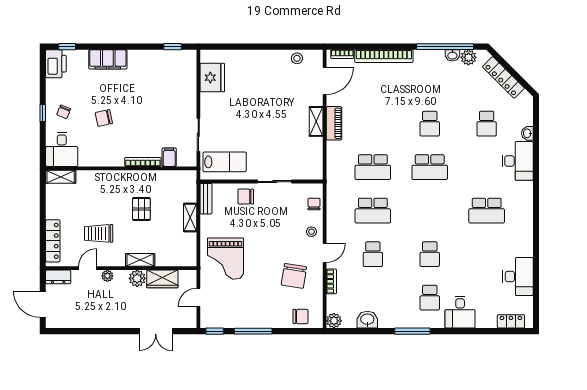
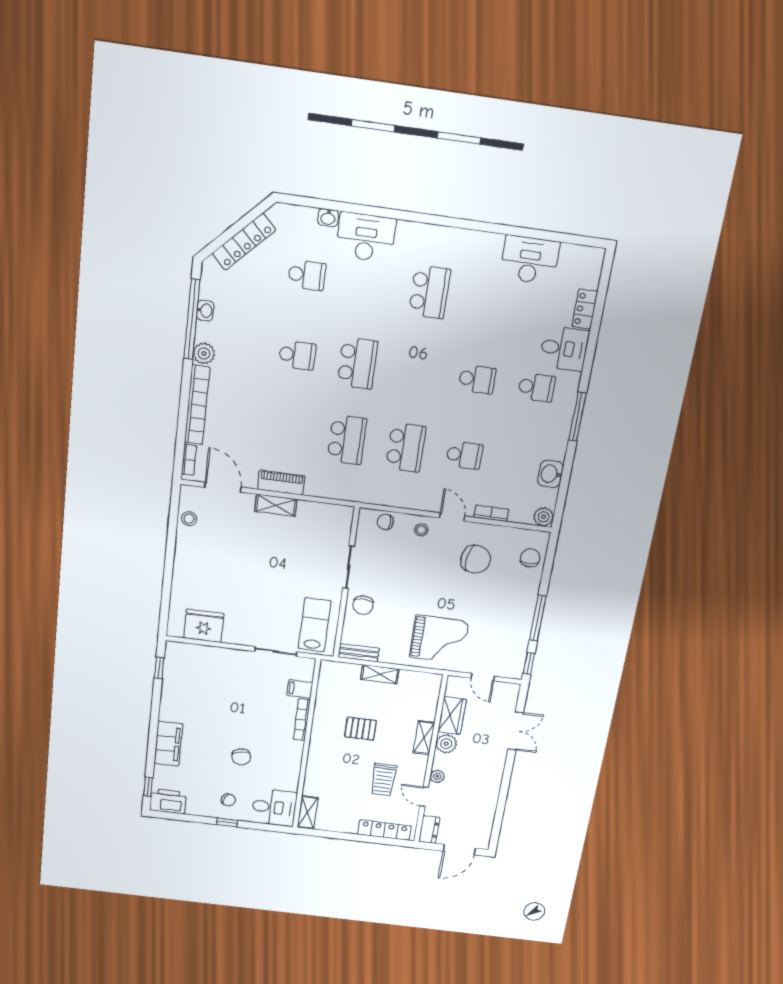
plant: (468, 57) -> (204, 354), moved
locker: (511, 321) -> (585, 309), moved

